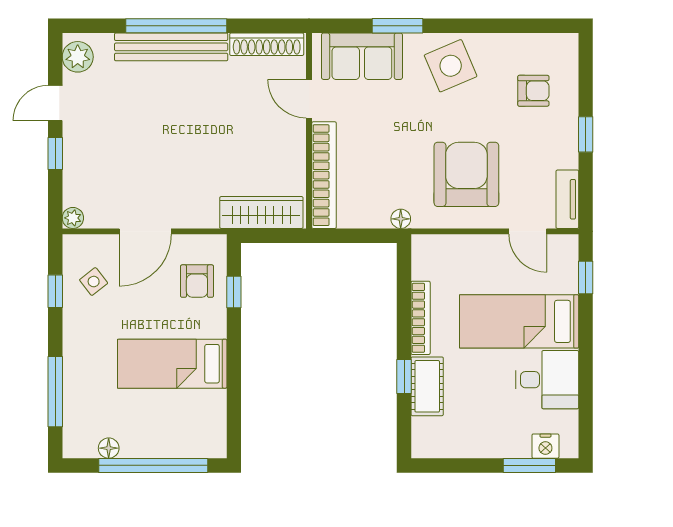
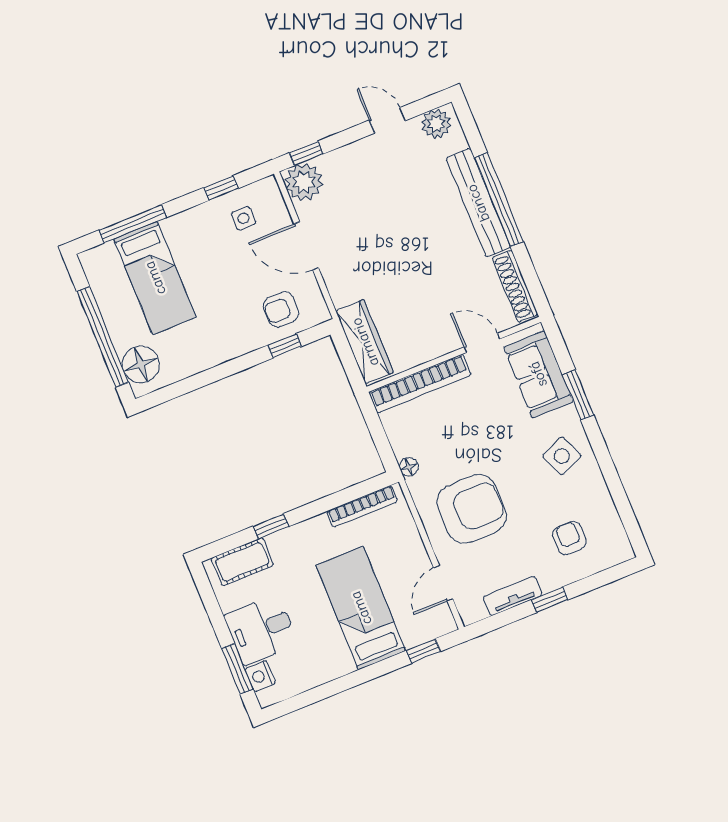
side table: (451, 66) -> (562, 456), width x0.73, depth x0.73
armchair: (533, 91) -> (569, 538), turned 180
door: (309, 99) -> (482, 343), hinge flipped
window: (55, 154) -> (306, 153), moved
tv unit: (567, 199) -> (513, 596), moved
plant: (73, 218) -> (304, 182), width x1.87, depth x1.87
side table: (94, 282) -> (243, 218), turned 38
bookcase: (421, 318) -> (362, 506), moved
bed: (172, 364) -> (155, 278), moved, turned 180
desk: (547, 380) -> (261, 630), moved, turned 90
cot: (427, 386) -> (242, 562), moved
floor lamp: (109, 448) -> (141, 364), moved, width x1.89, depth x1.89

